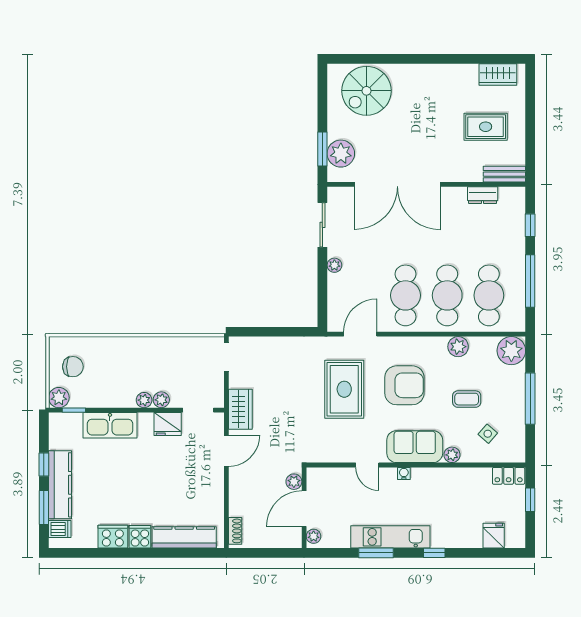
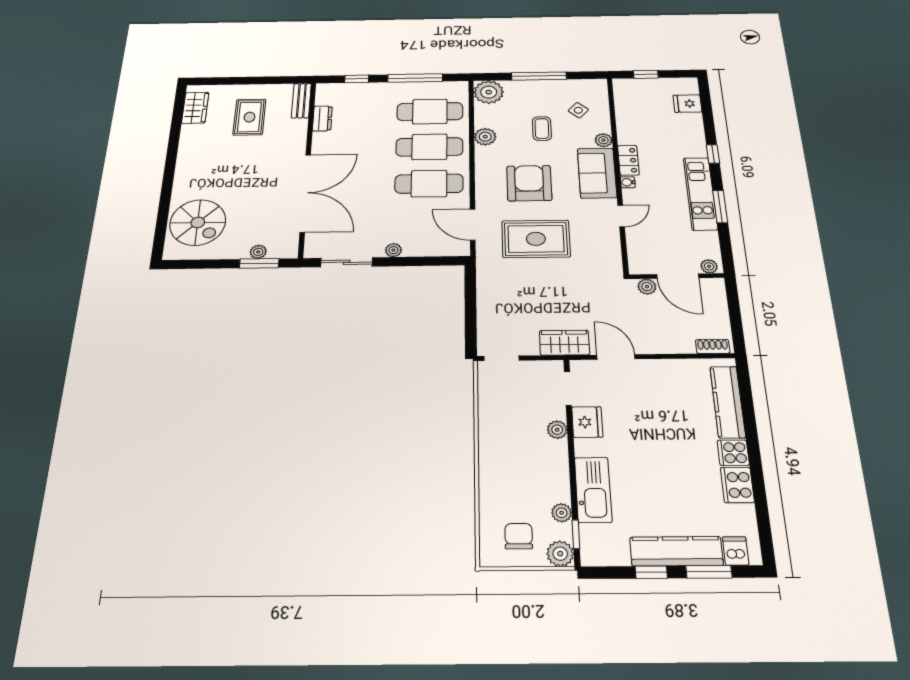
plant: (341, 154) -> (258, 252), width x0.53, depth x0.53
plant: (144, 400) -> (562, 513), moved
locker: (509, 476) -> (628, 160), moved

